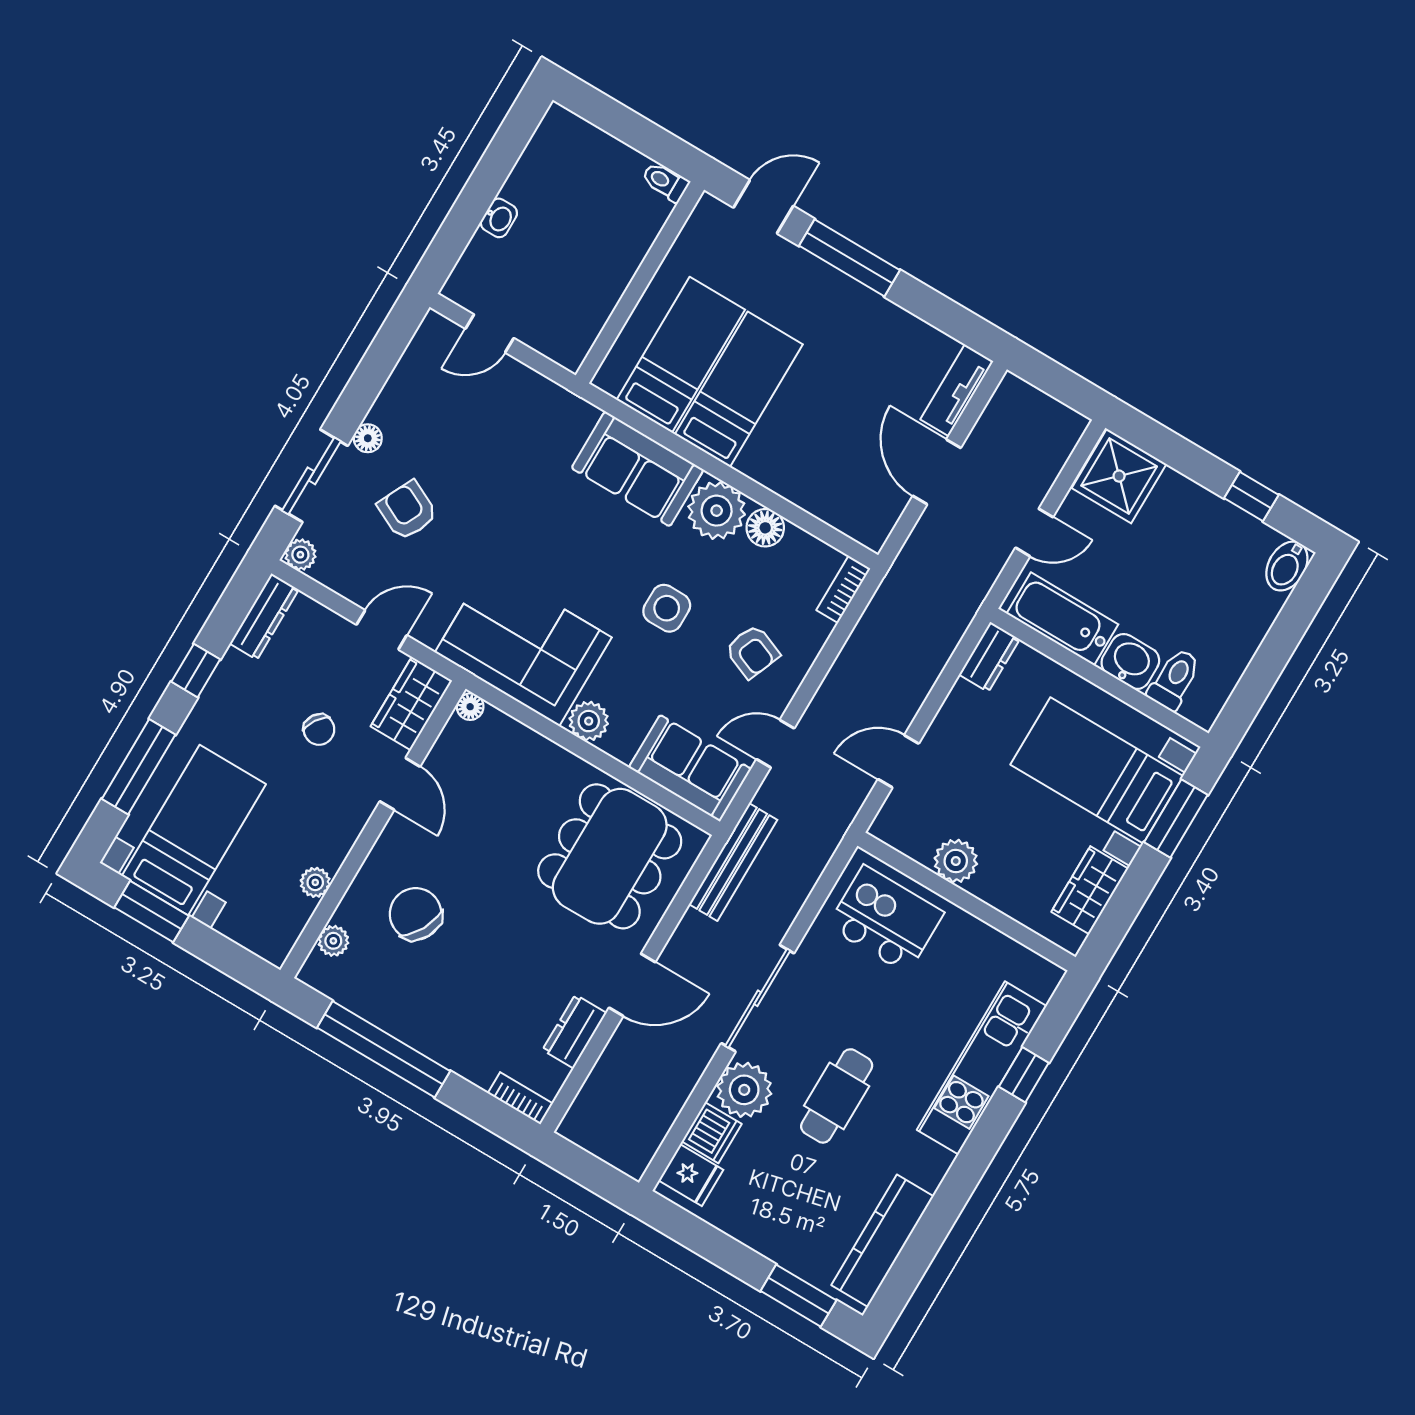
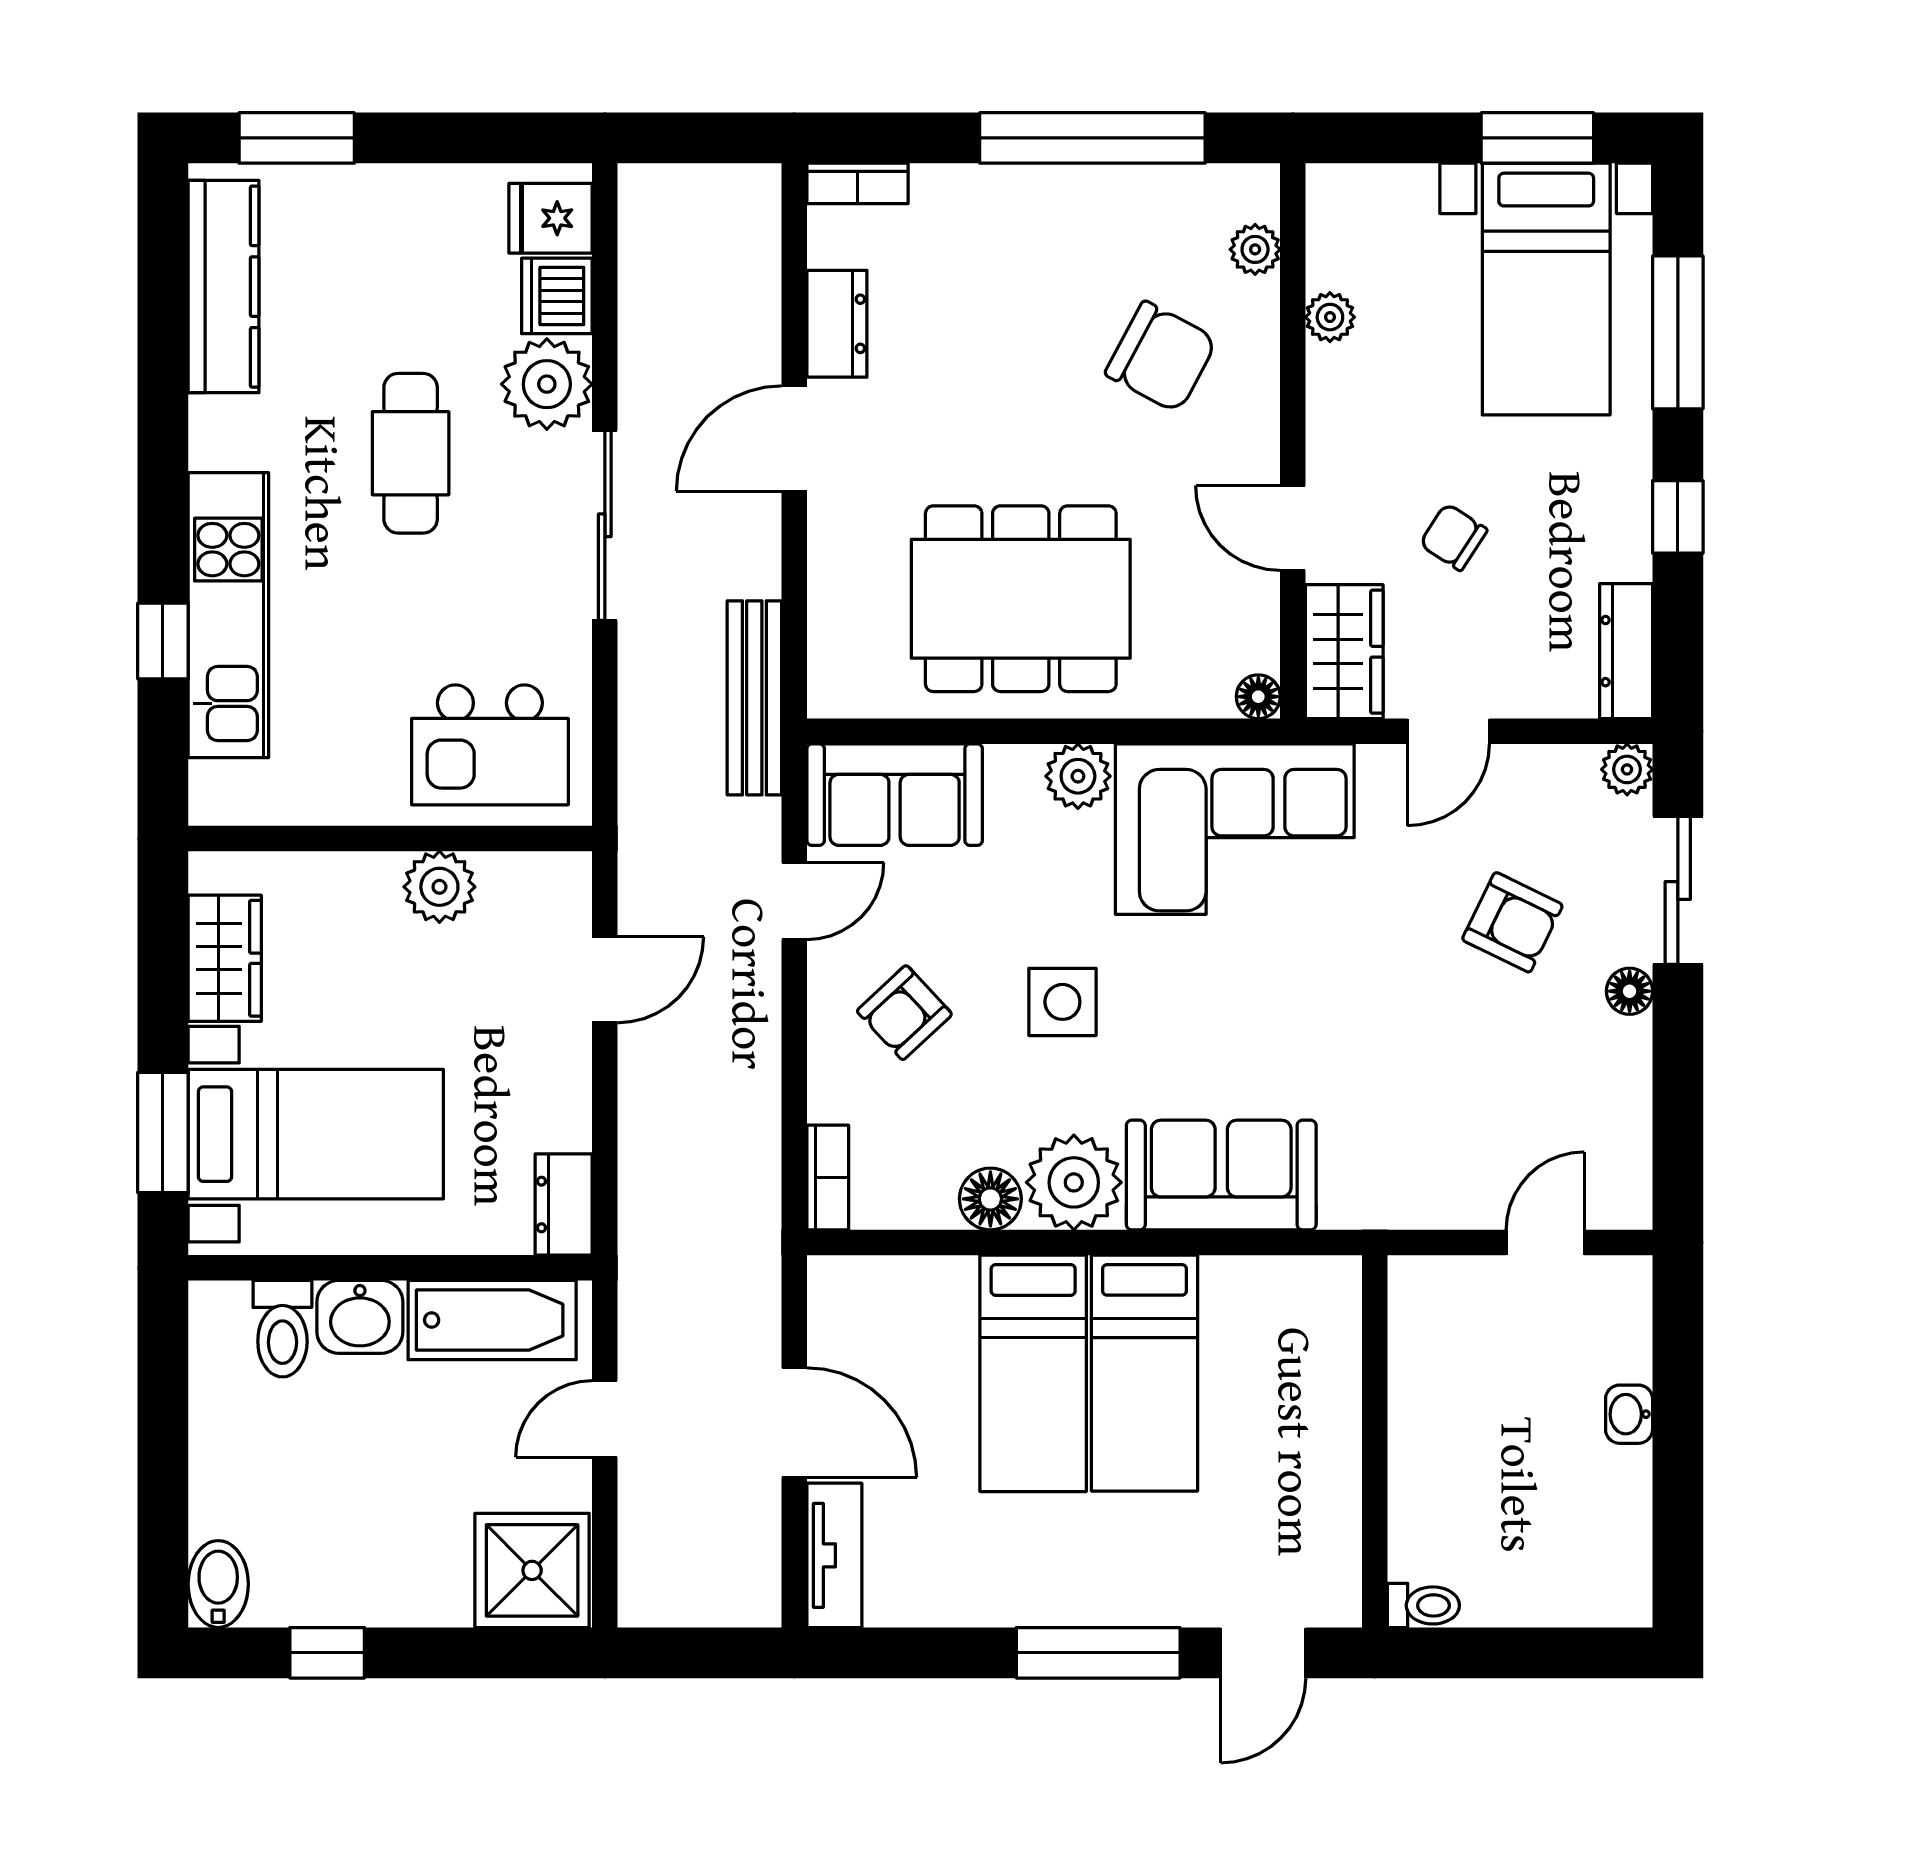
bed: (681, 355) -> (1033, 1373), moved
armchair: (752, 652) -> (904, 1013), turned -65
dining table: (610, 856) -> (1021, 599), moved, turned 90

